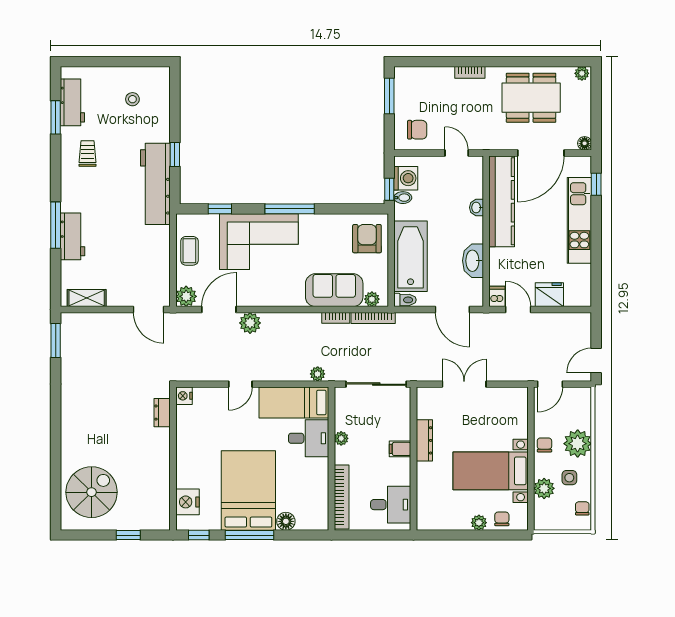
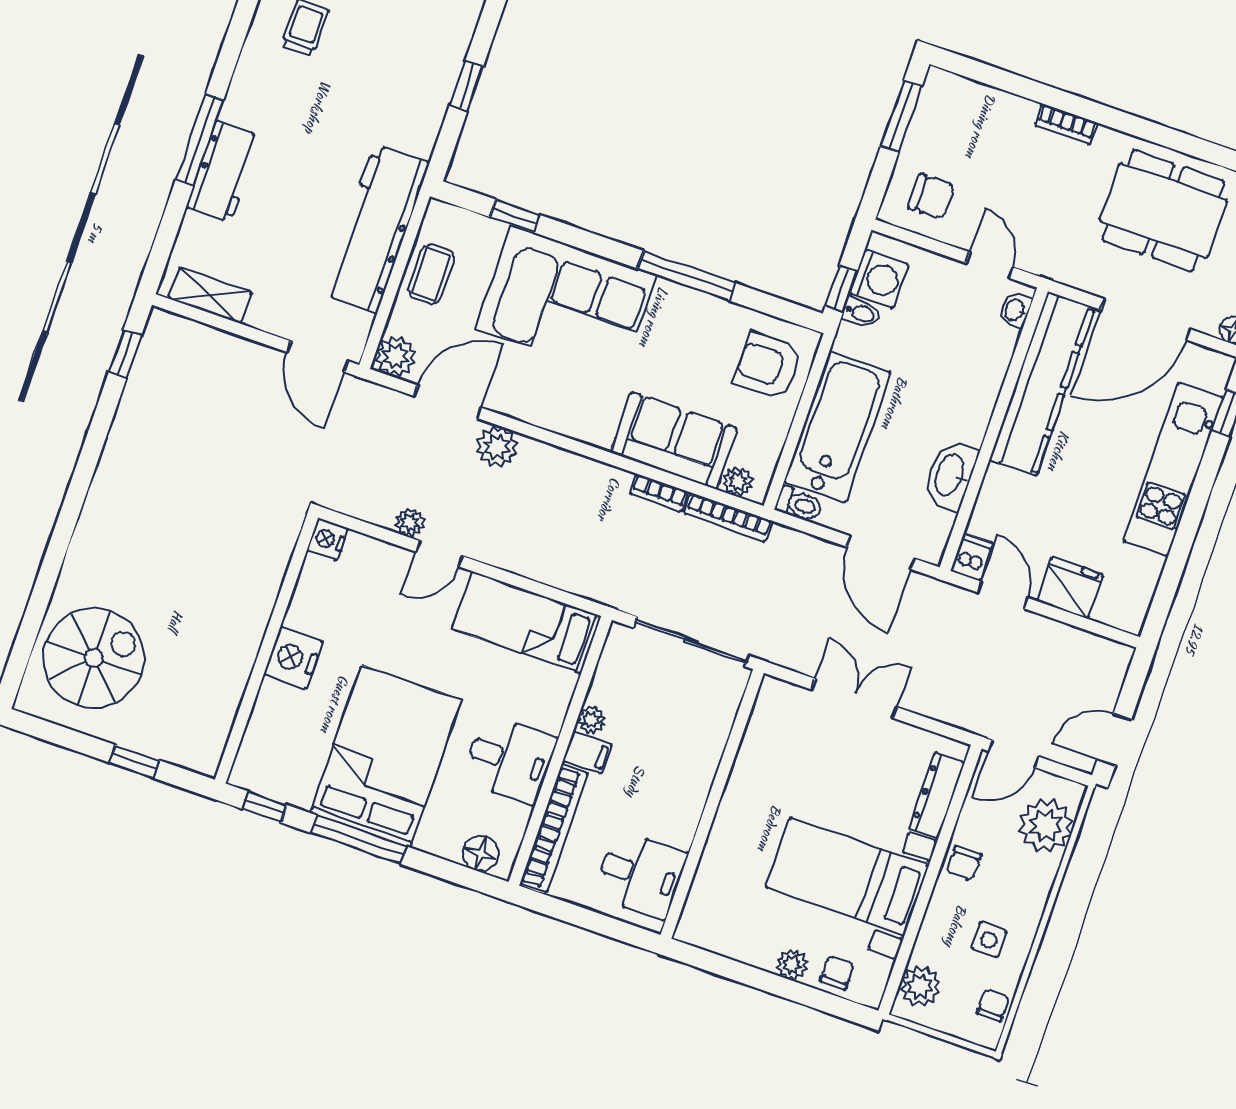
workbench: (155, 184) -> (376, 229), moved
washbasin: (477, 208) -> (1015, 310), moved
window: (290, 209) -> (686, 276), moved
armchair: (367, 239) -> (768, 366), turned -90
window: (56, 340) -> (125, 354), width x0.67
plant: (318, 374) -> (410, 523), moved
dresser: (162, 413) -> (276, 556), removed
desk: (309, 438) -> (510, 760), moved
dresser: (424, 440) -> (937, 796), moved, turned 180
plant: (578, 444) -> (1046, 826), moved
chair: (544, 445) -> (964, 863), turned 180
filing cabinet: (400, 449) -> (587, 753), moved, turned 180
plant: (544, 488) -> (920, 986), moved
nightstand: (188, 502) -> (293, 658), moved
floor lamp: (286, 521) -> (481, 854), moved

